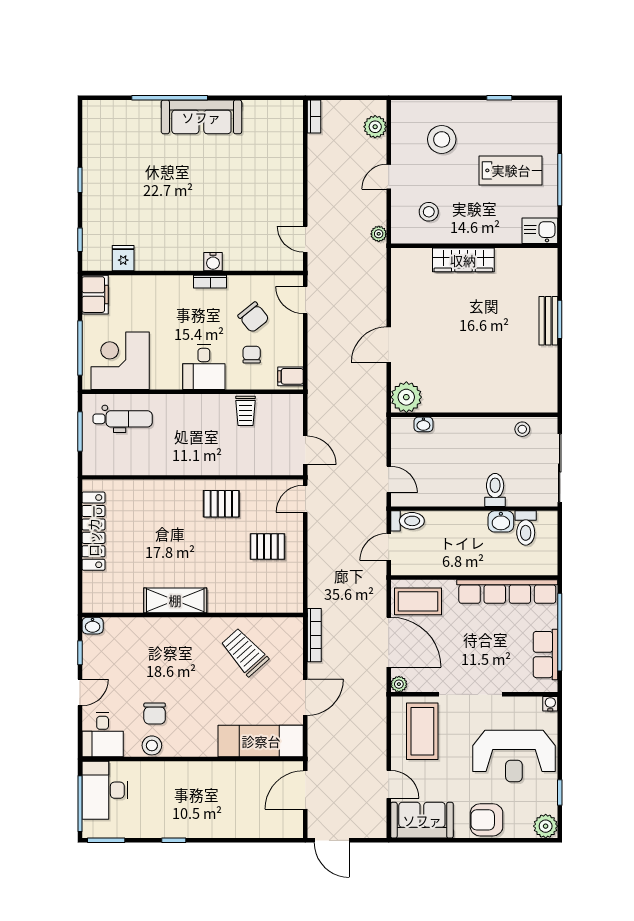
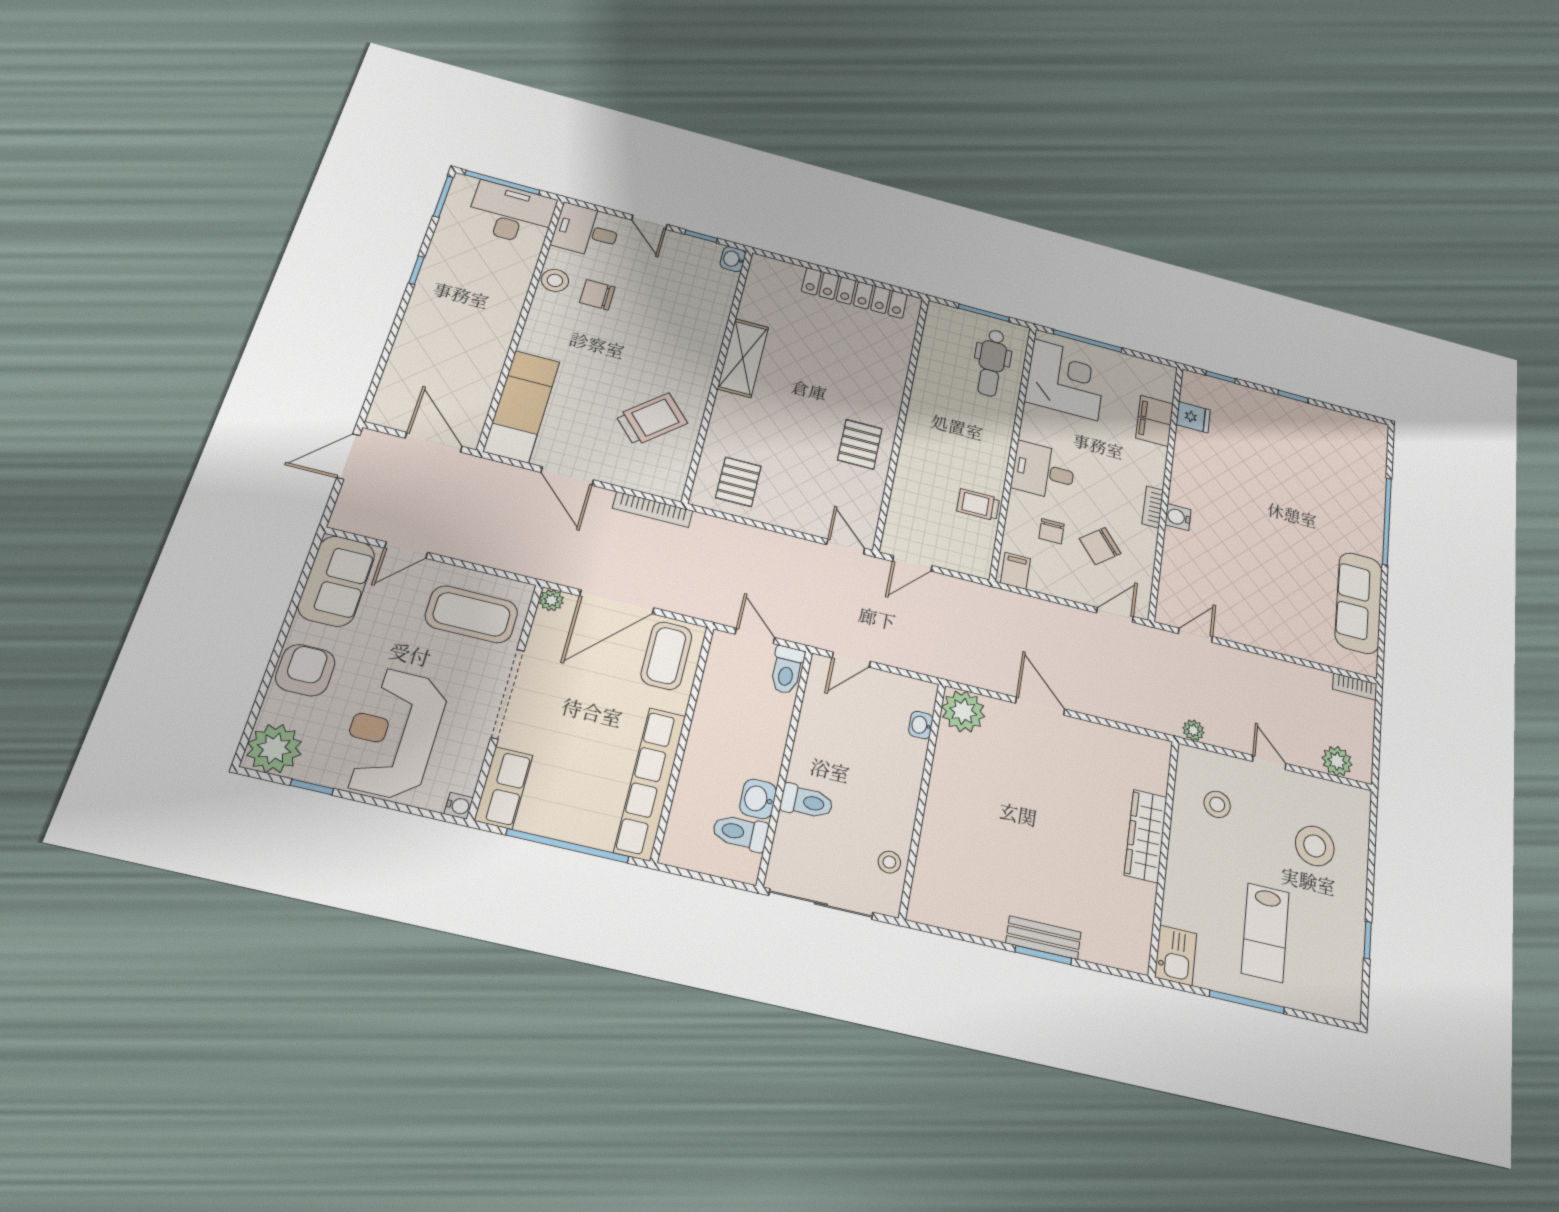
sofa: (201, 117) -> (1359, 603), moved
filing cabinet: (95, 295) -> (1154, 421), moved, turned 90
chair: (252, 355) -> (1051, 531), turned 90
pallet: (267, 547) -> (738, 482), moved
row of seats: (546, 655) -> (504, 788), moved, turned 90
plant: (546, 826) -> (274, 748), width x1.36, depth x1.36

